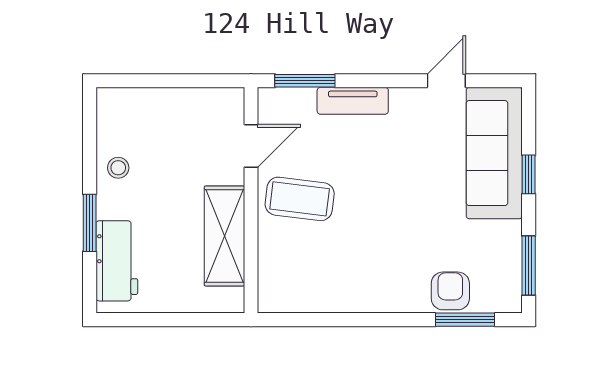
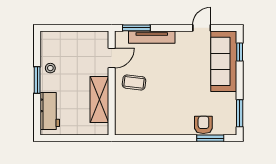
tv unit: (353, 101) -> (152, 37), width x1.41
window: (529, 174) -> (240, 52), moved
coffee table: (300, 199) -> (134, 82), width x0.73, depth x0.77
window: (90, 223) -> (37, 80), moved

